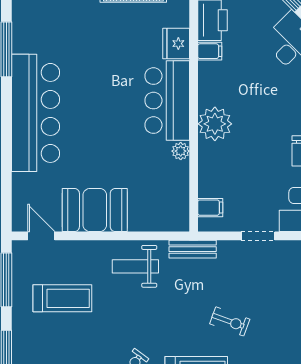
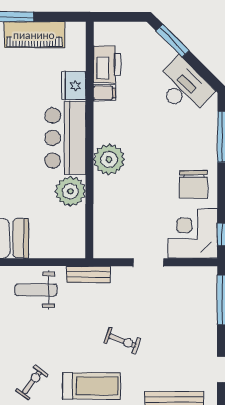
plant: (181, 151) -> (70, 191), width x1.88, depth x1.88
filing cabinet: (210, 208) -> (105, 236), removed

